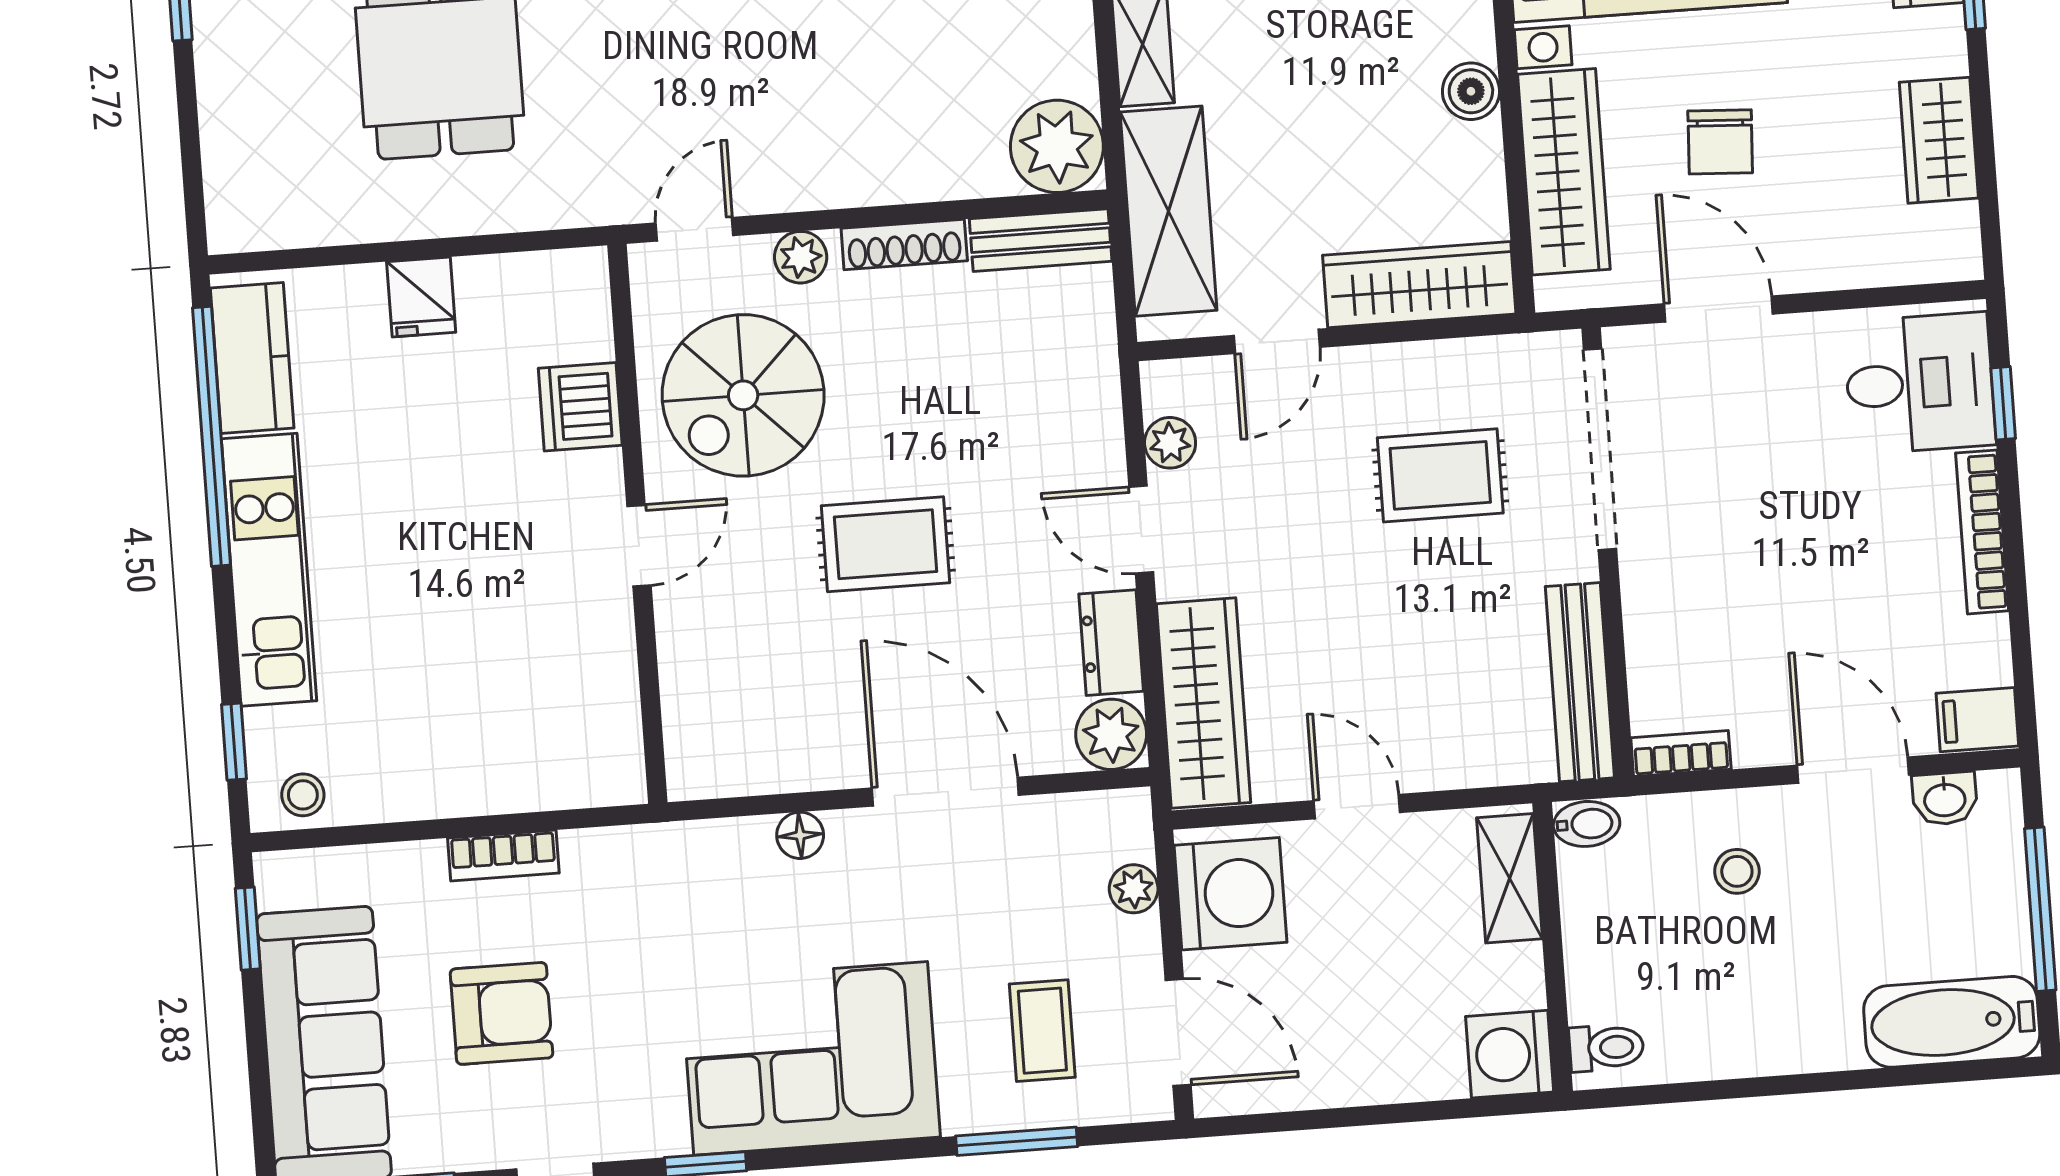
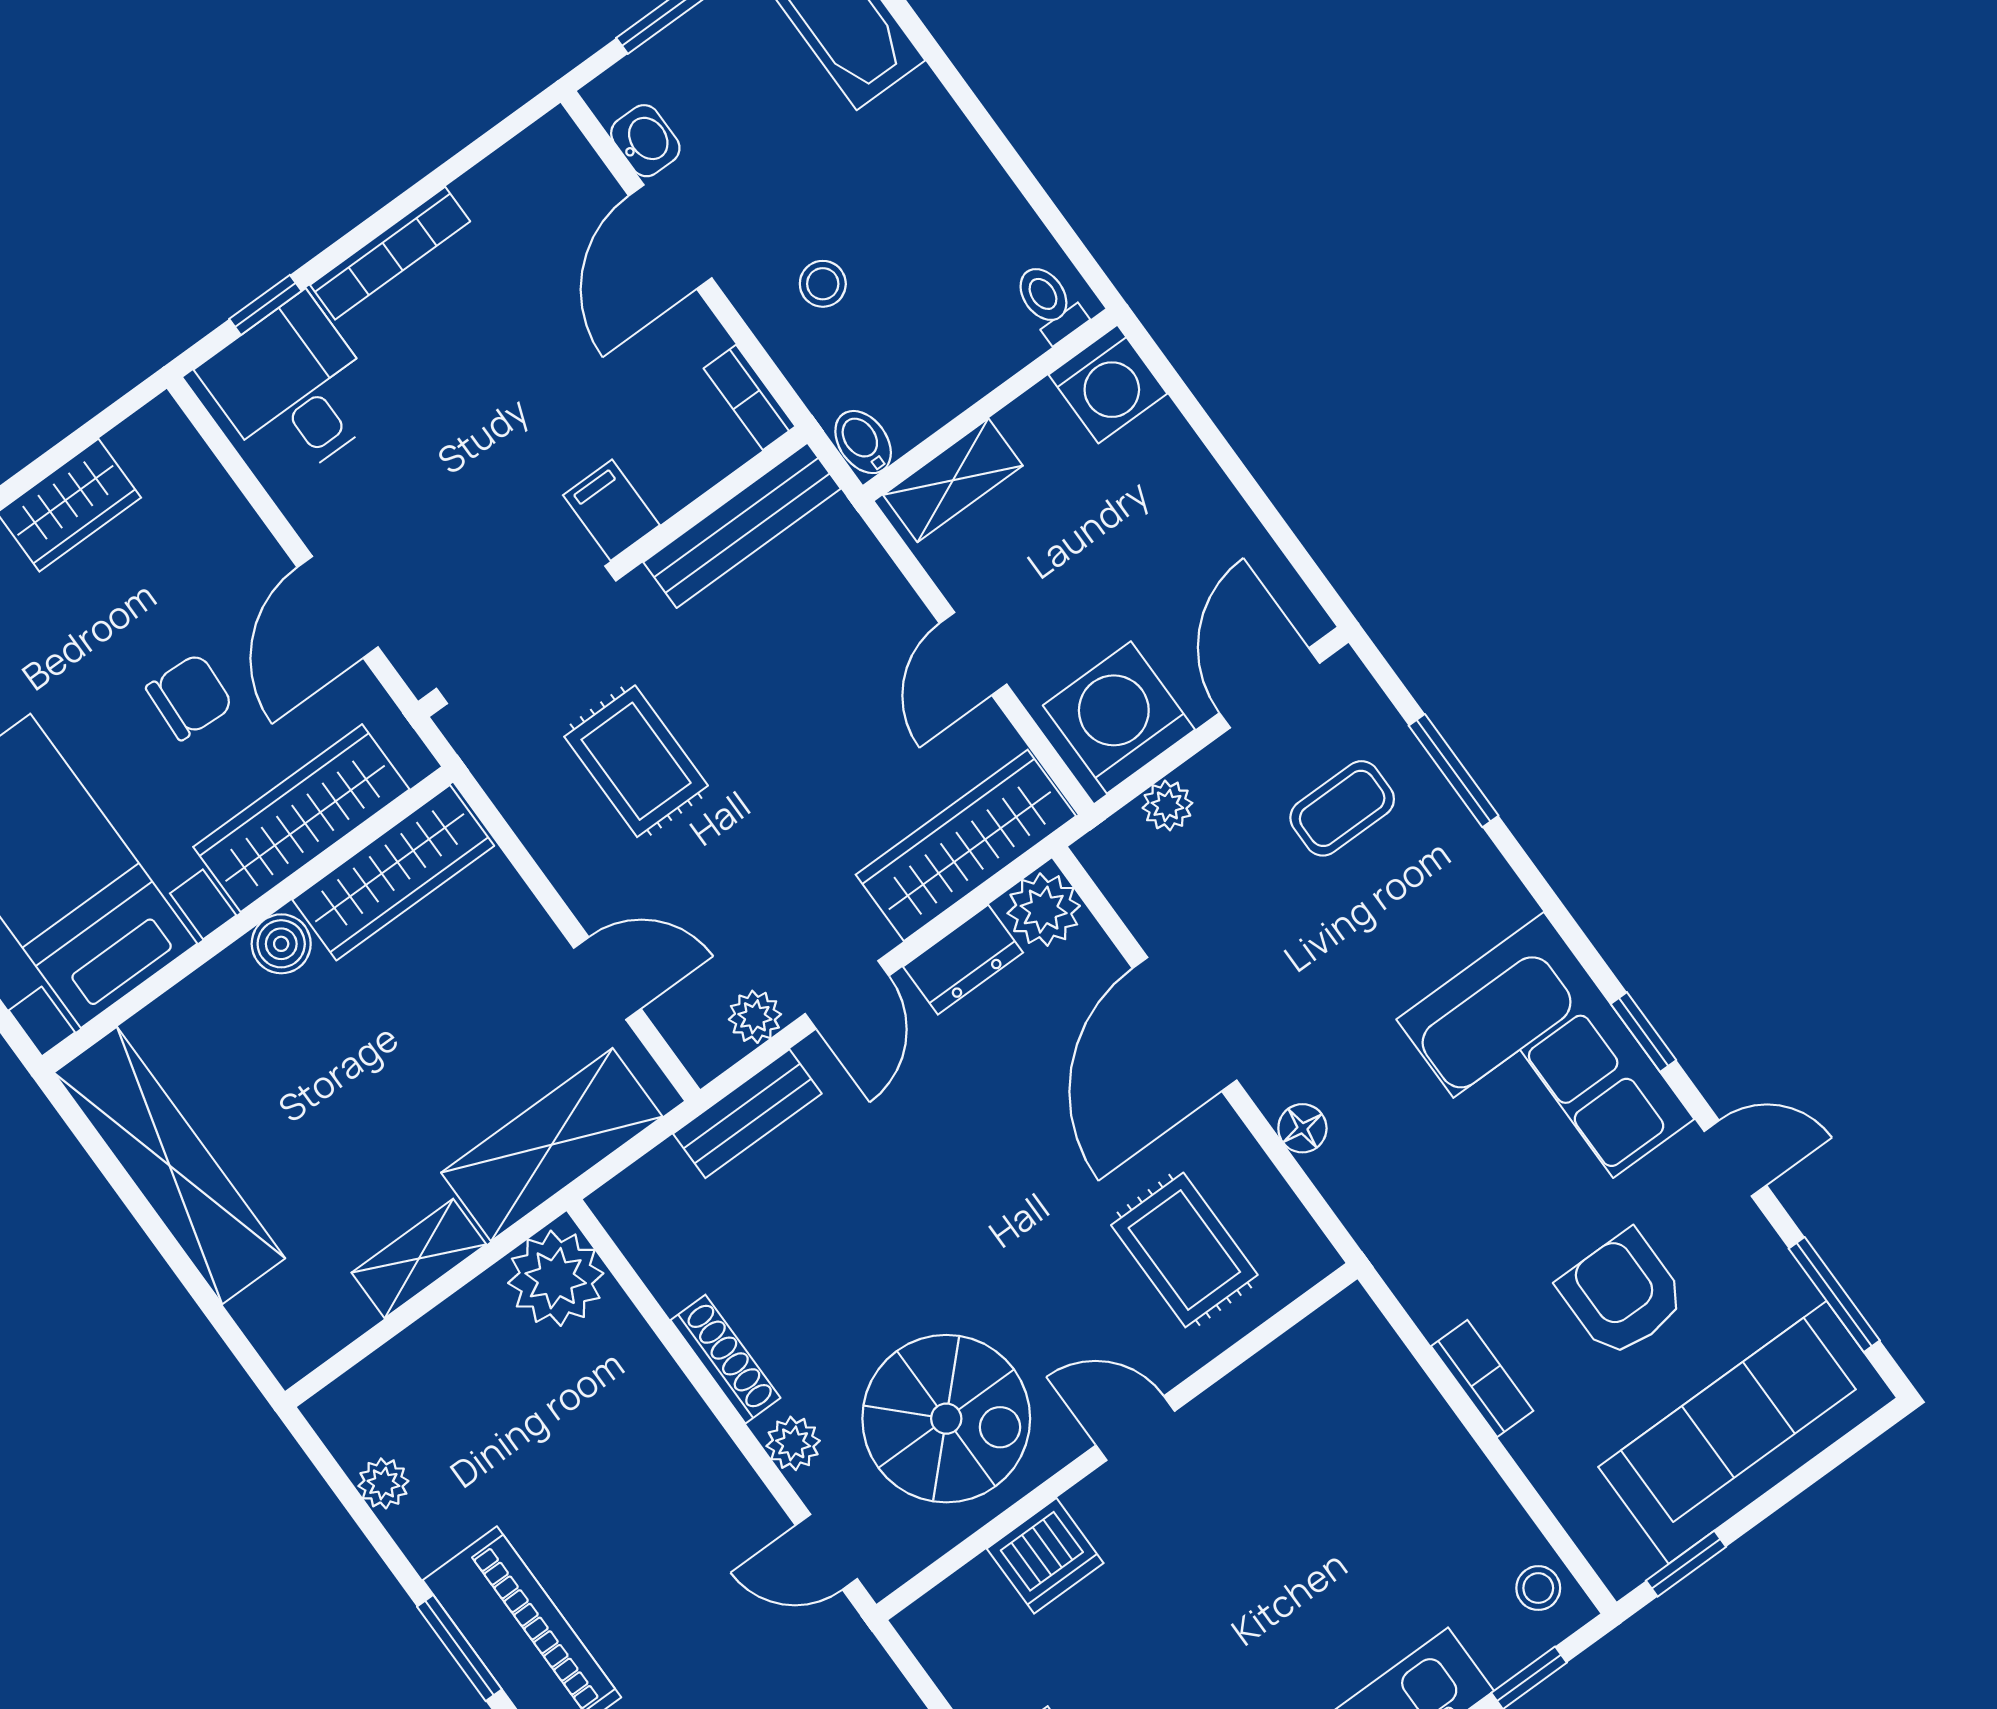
bench: (1041, 240) -> (747, 1114), moved, turned 90
wardrobe: (1419, 285) -> (393, 873), moved, turned -90
rug: (886, 544) -> (1184, 1250), moved
filing cabinet: (1977, 720) -> (611, 510), moved, turned 180
corner sofa: (811, 1058) -> (1545, 1069), moved

